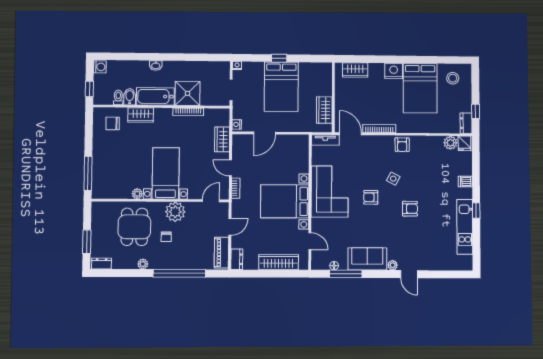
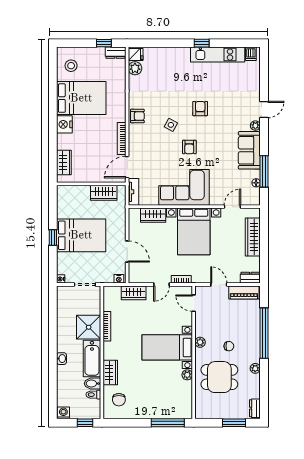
wardrobe: (301, 160) -> (153, 215), added
dishwasher: (465, 182) -> (251, 54), moved
plant: (175, 212) -> (200, 342), width x0.53, depth x0.53

